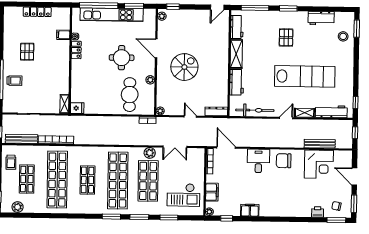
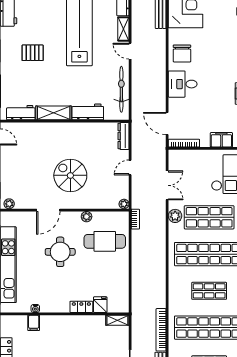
locker: (76, 50) -> (81, 307), moved
fridge: (77, 108) -> (100, 305), moved
door: (226, 148) -> (167, 124), hinge flipped

